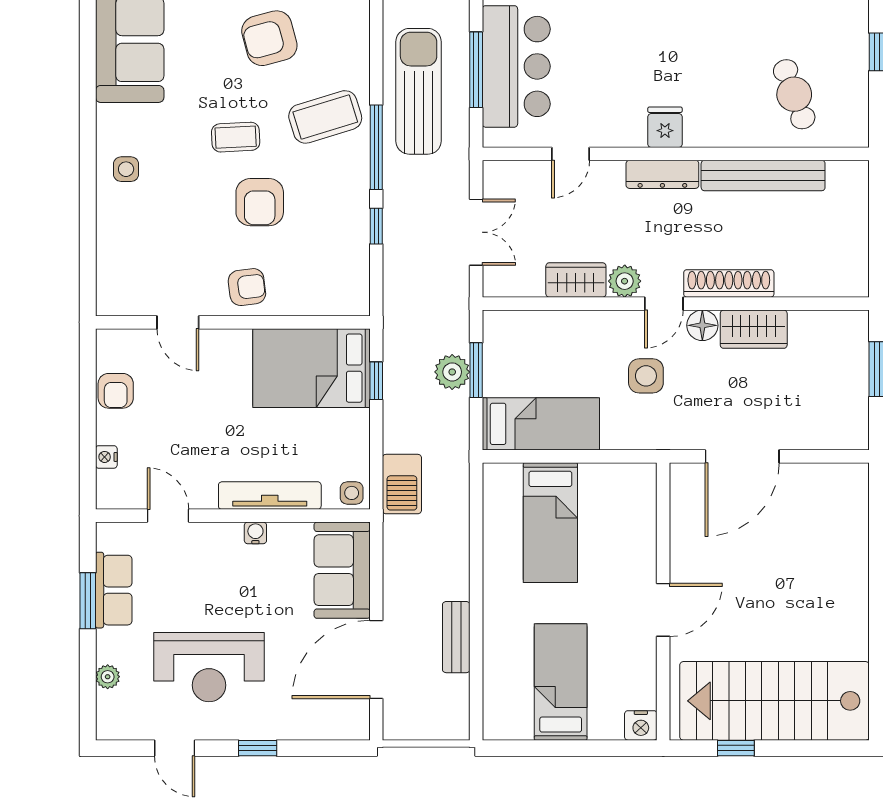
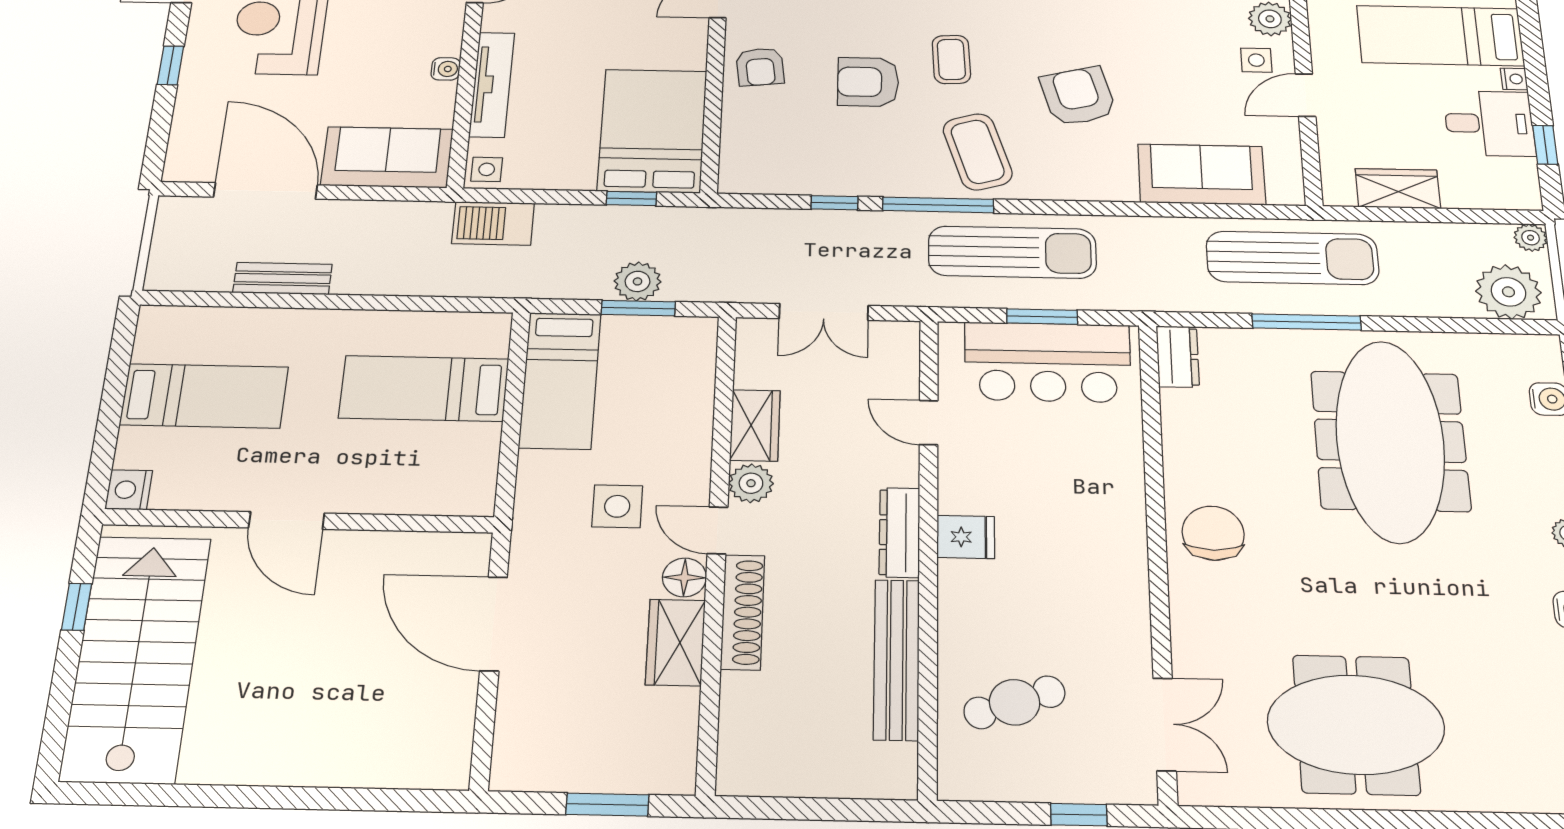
window: (476, 70) -> (1042, 317), width x0.69

